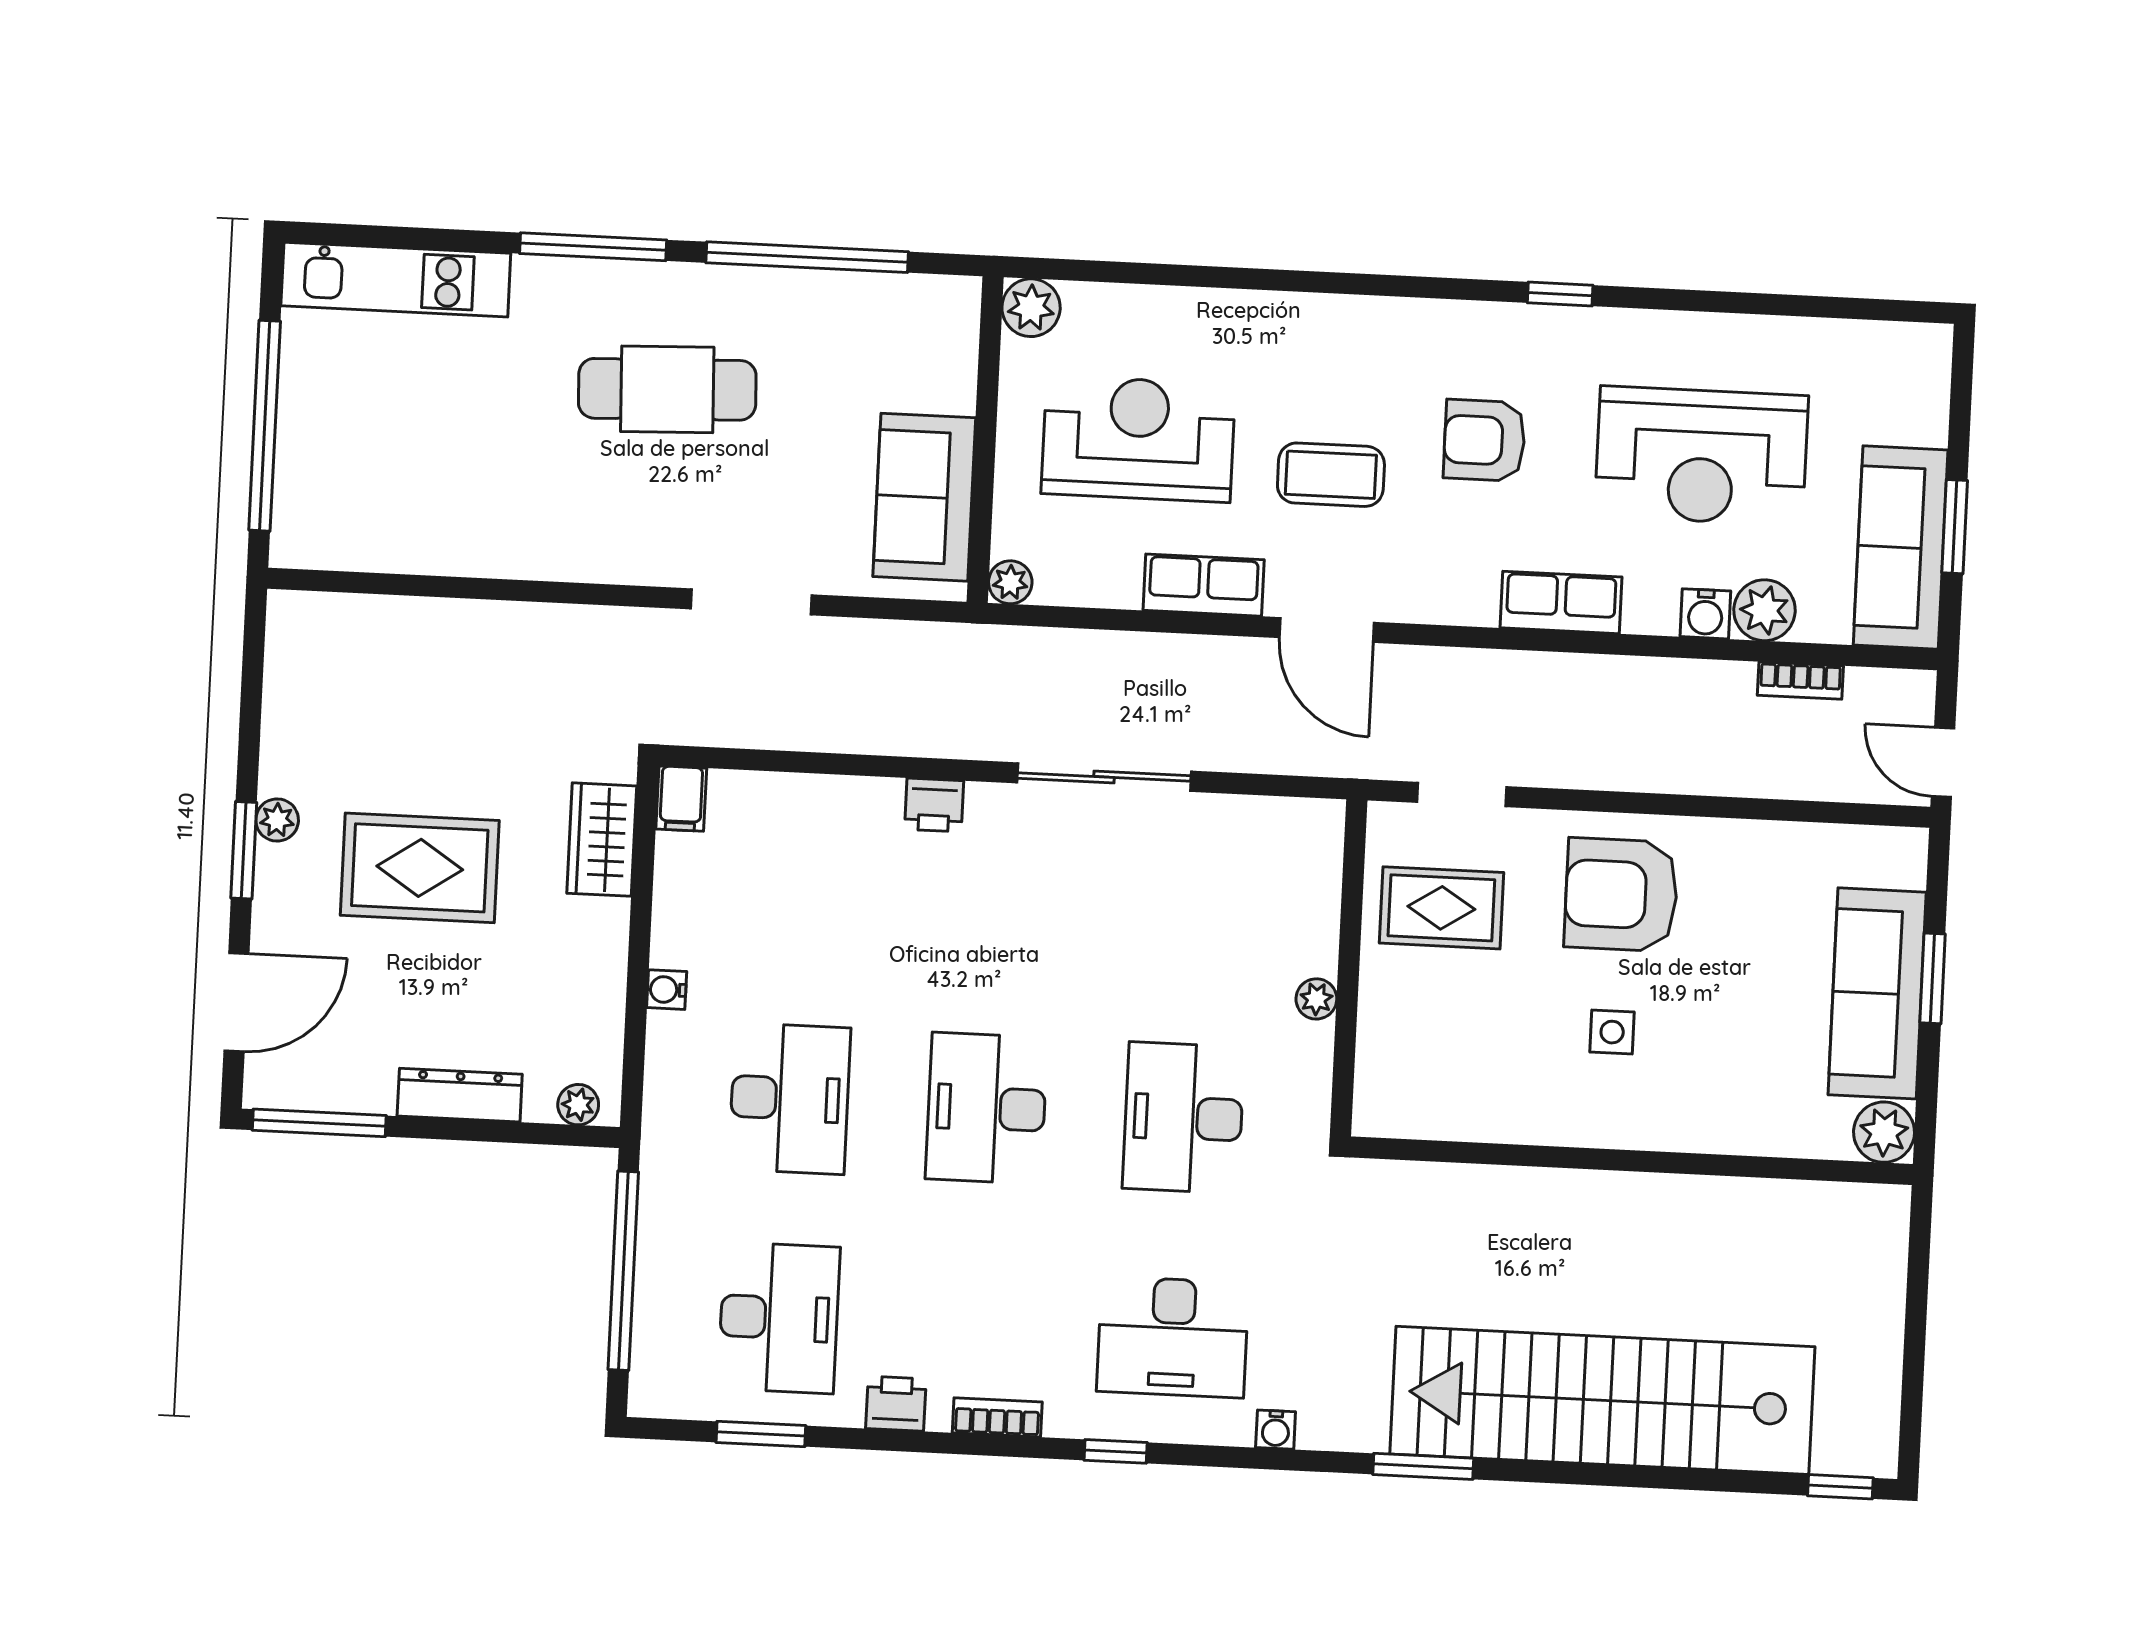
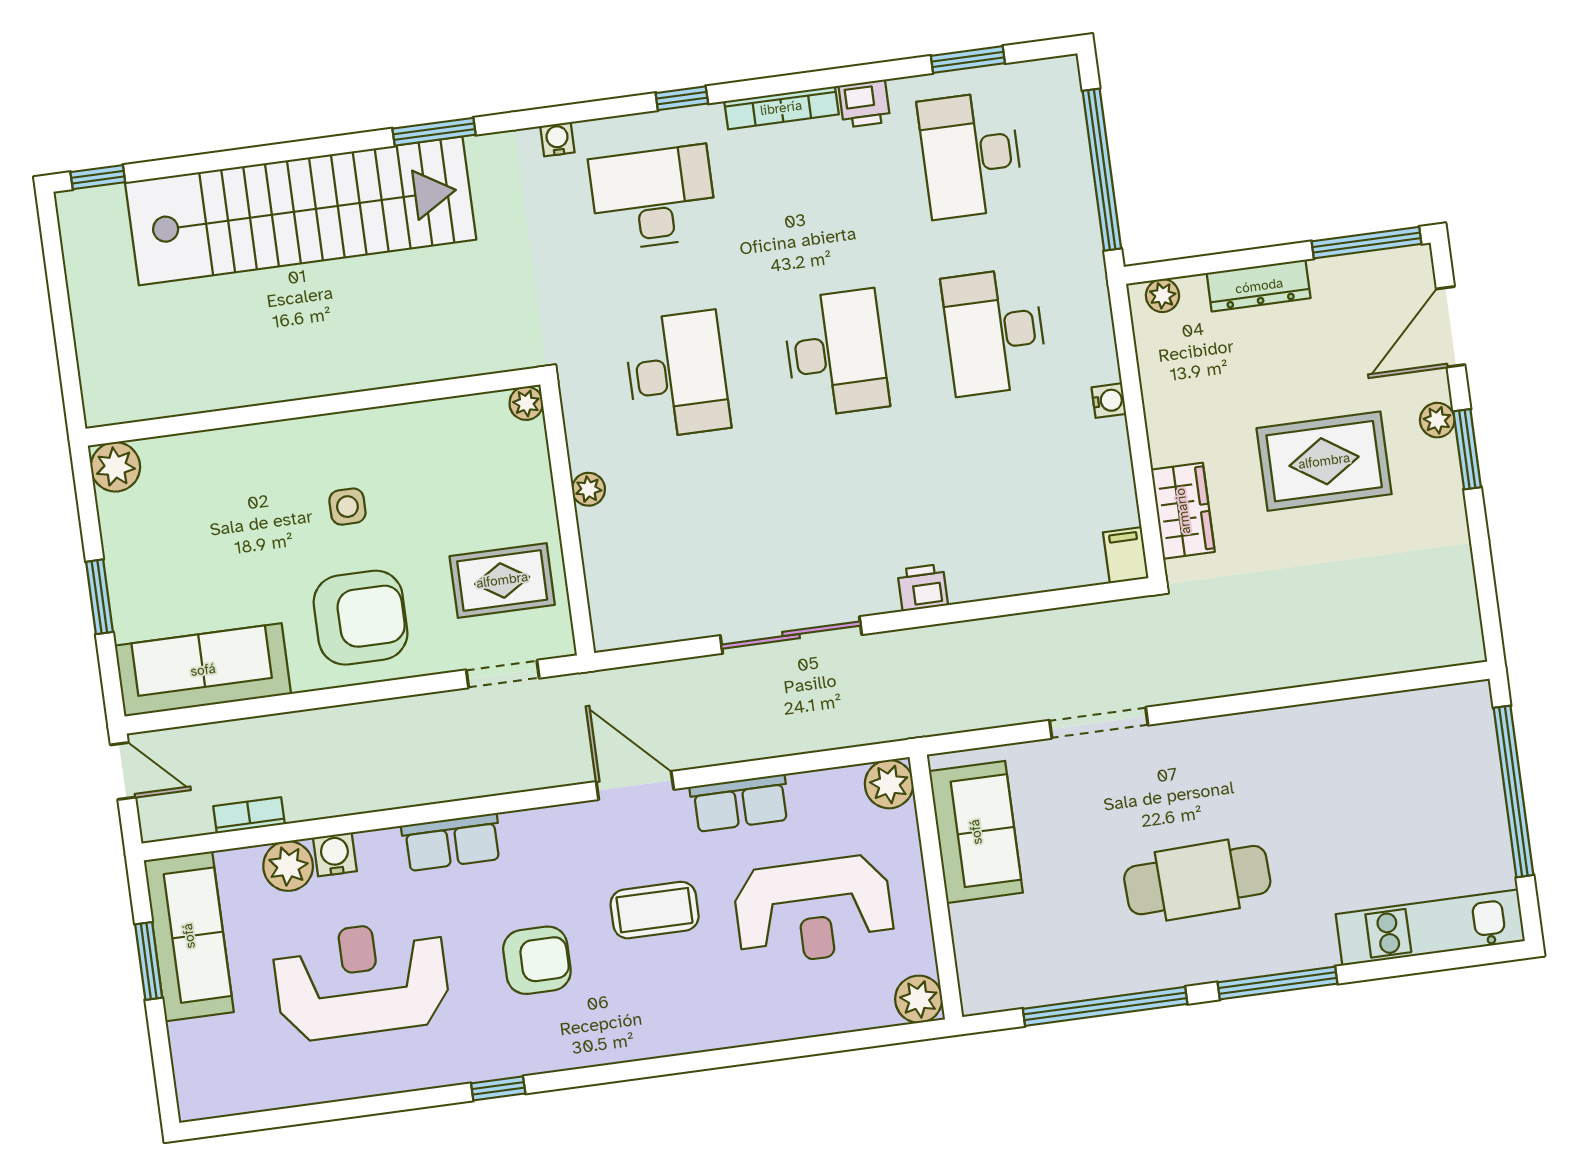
plant: (1010, 582) -> (889, 784), width x1.38, depth x1.38
plant: (277, 820) -> (1437, 420), moved
sofa: (1877, 993) -> (203, 670), moved, turned -90
plant: (1373, 1117) -> (526, 403), added
bookcase: (997, 1417) -> (781, 108), width x1.56

